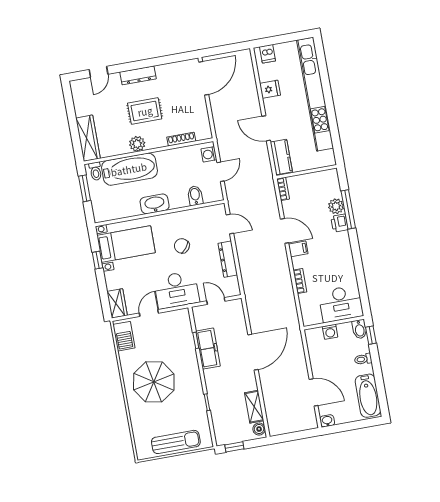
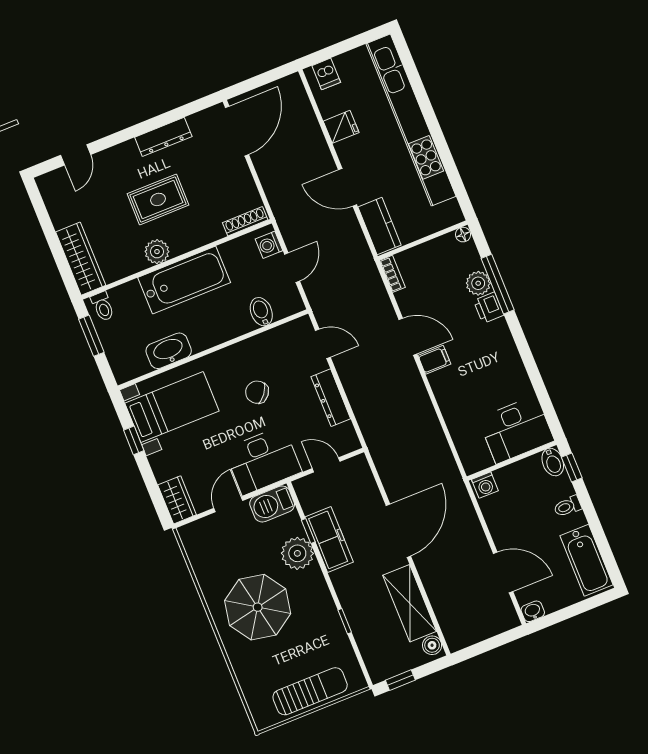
dresser: (138, 75) -> (163, 137), moved
shoe rack: (181, 139) -> (245, 221), moved
bathtub: (129, 169) -> (184, 280), moved
floor lamp: (333, 173) -> (463, 235), added
washbasin: (155, 204) -> (169, 351), moved
bookcase: (300, 281) -> (447, 408), removed
washing machine: (330, 332) -> (485, 485), moved
barbecue: (124, 336) -> (272, 504), moved, turned 90
plant: (186, 353) -> (297, 553), added
shelving: (254, 407) -> (410, 603), width x1.50, depth x1.33

